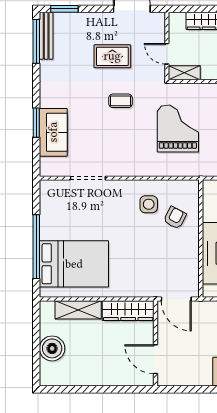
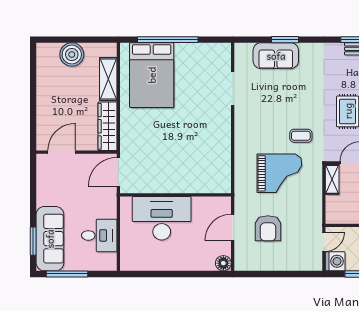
coffee table: (121, 101) -> (301, 136), moved, turned 90
side table: (149, 204) -> (208, 146), removed
armchair: (175, 218) -> (195, 170), removed

